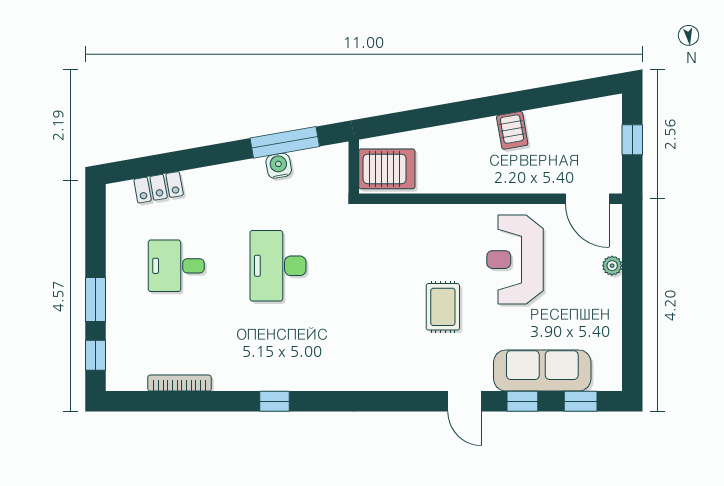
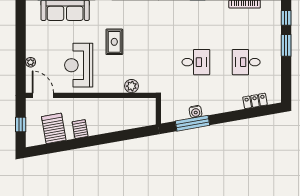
server rack: (387, 169) -> (54, 128), moved, turned 80
plant: (408, 217) -> (131, 86), added
reception desk: (515, 260) -> (79, 65), turned 180
desk: (176, 266) -> (246, 62), turned 180
desk: (278, 266) -> (196, 62), width x0.73

